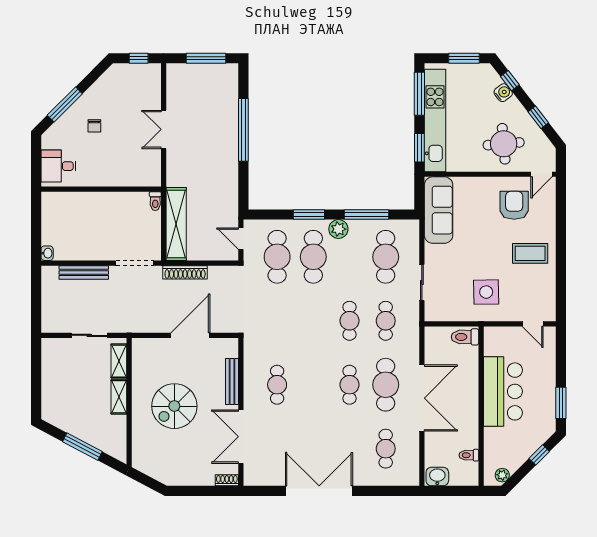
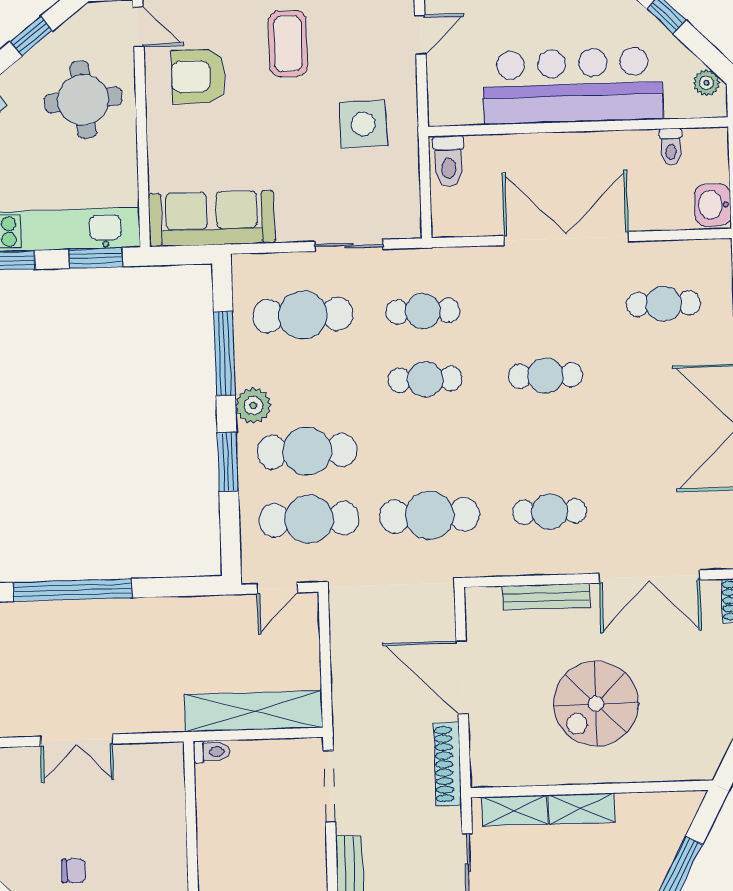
shoe rack: (185, 272) -> (447, 764), moved, turned 180
cafe table: (386, 385) -> (429, 515), moved
bar counter: (503, 391) -> (573, 86), width x1.36
spiral stairs: (174, 406) -> (596, 704), turned 90

